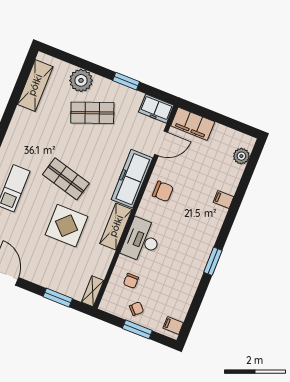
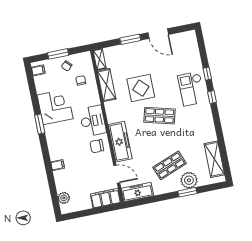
window: (126, 81) -> (187, 192), moved
freezer: (156, 109) -> (137, 192), width x1.40
door: (161, 143) -> (117, 174), swing flipped
shelving: (116, 226) -> (107, 85), moved
desk: (142, 240) -> (93, 121), moved
corner desk: (182, 270) -> (55, 107), added
window: (58, 298) -> (130, 39), moved

